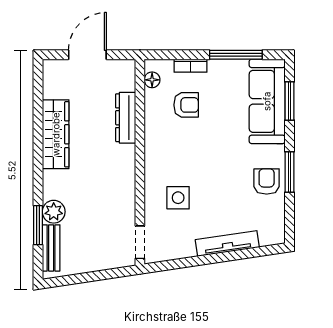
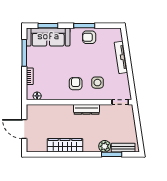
armchair: (186, 105) -> (76, 84), moved
dresser: (126, 118) -> (87, 109), moved

